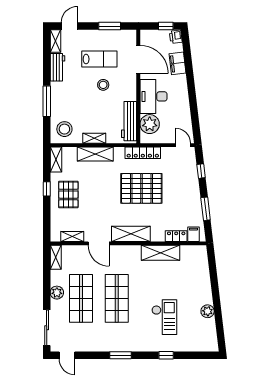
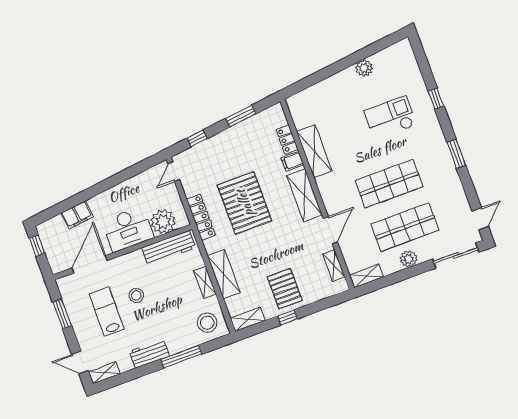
printer: (176, 37) -> (46, 229), removed
workbench: (57, 67) -> (149, 353), moved
pallet: (68, 195) -> (285, 289), turned 90
filing cabinet: (193, 234) -> (292, 161), moved

